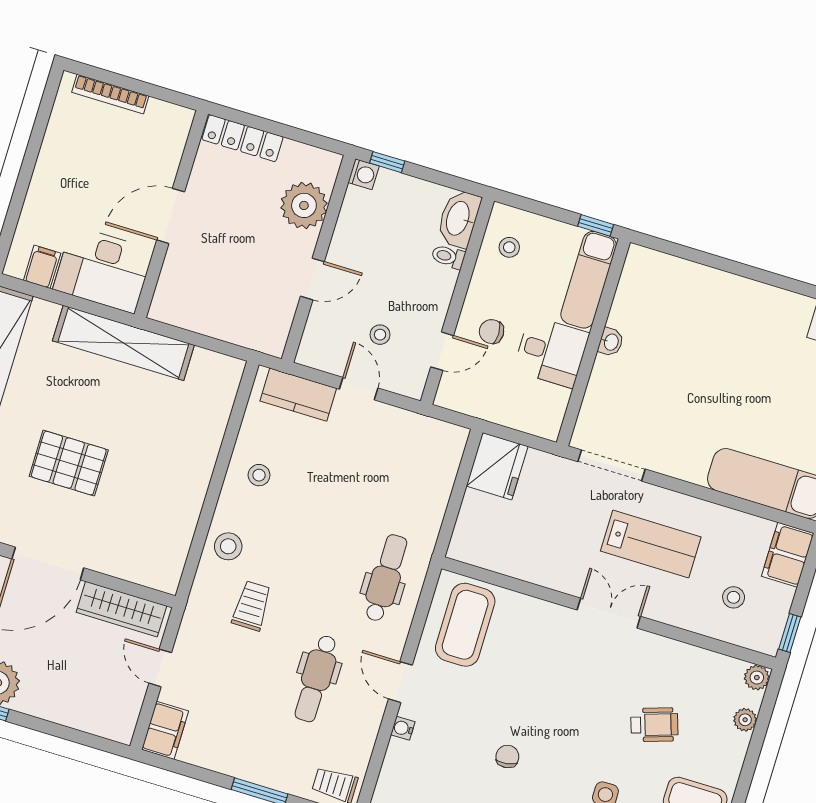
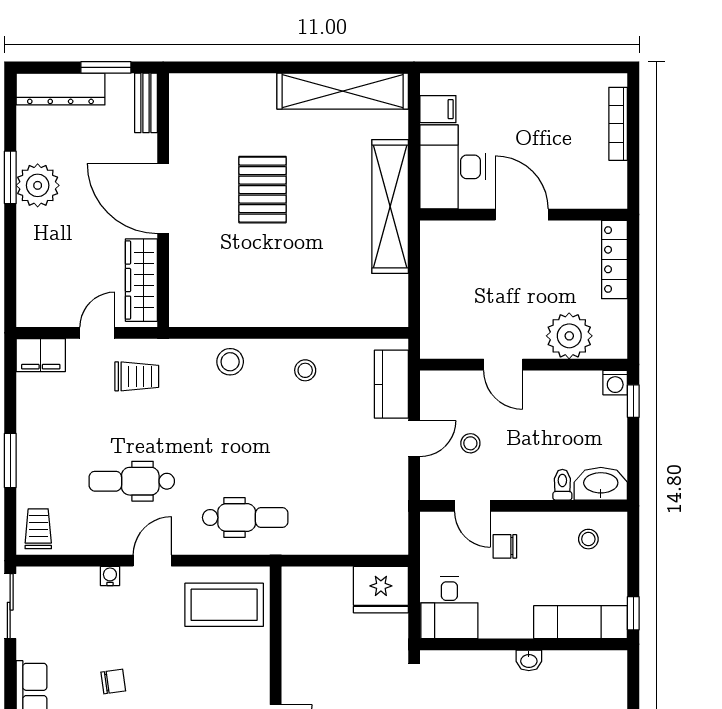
chair: (492, 332) -> (505, 546), turned -90
desk: (551, 352) -> (449, 608), moved
trolley: (252, 606) -> (137, 376), moved

